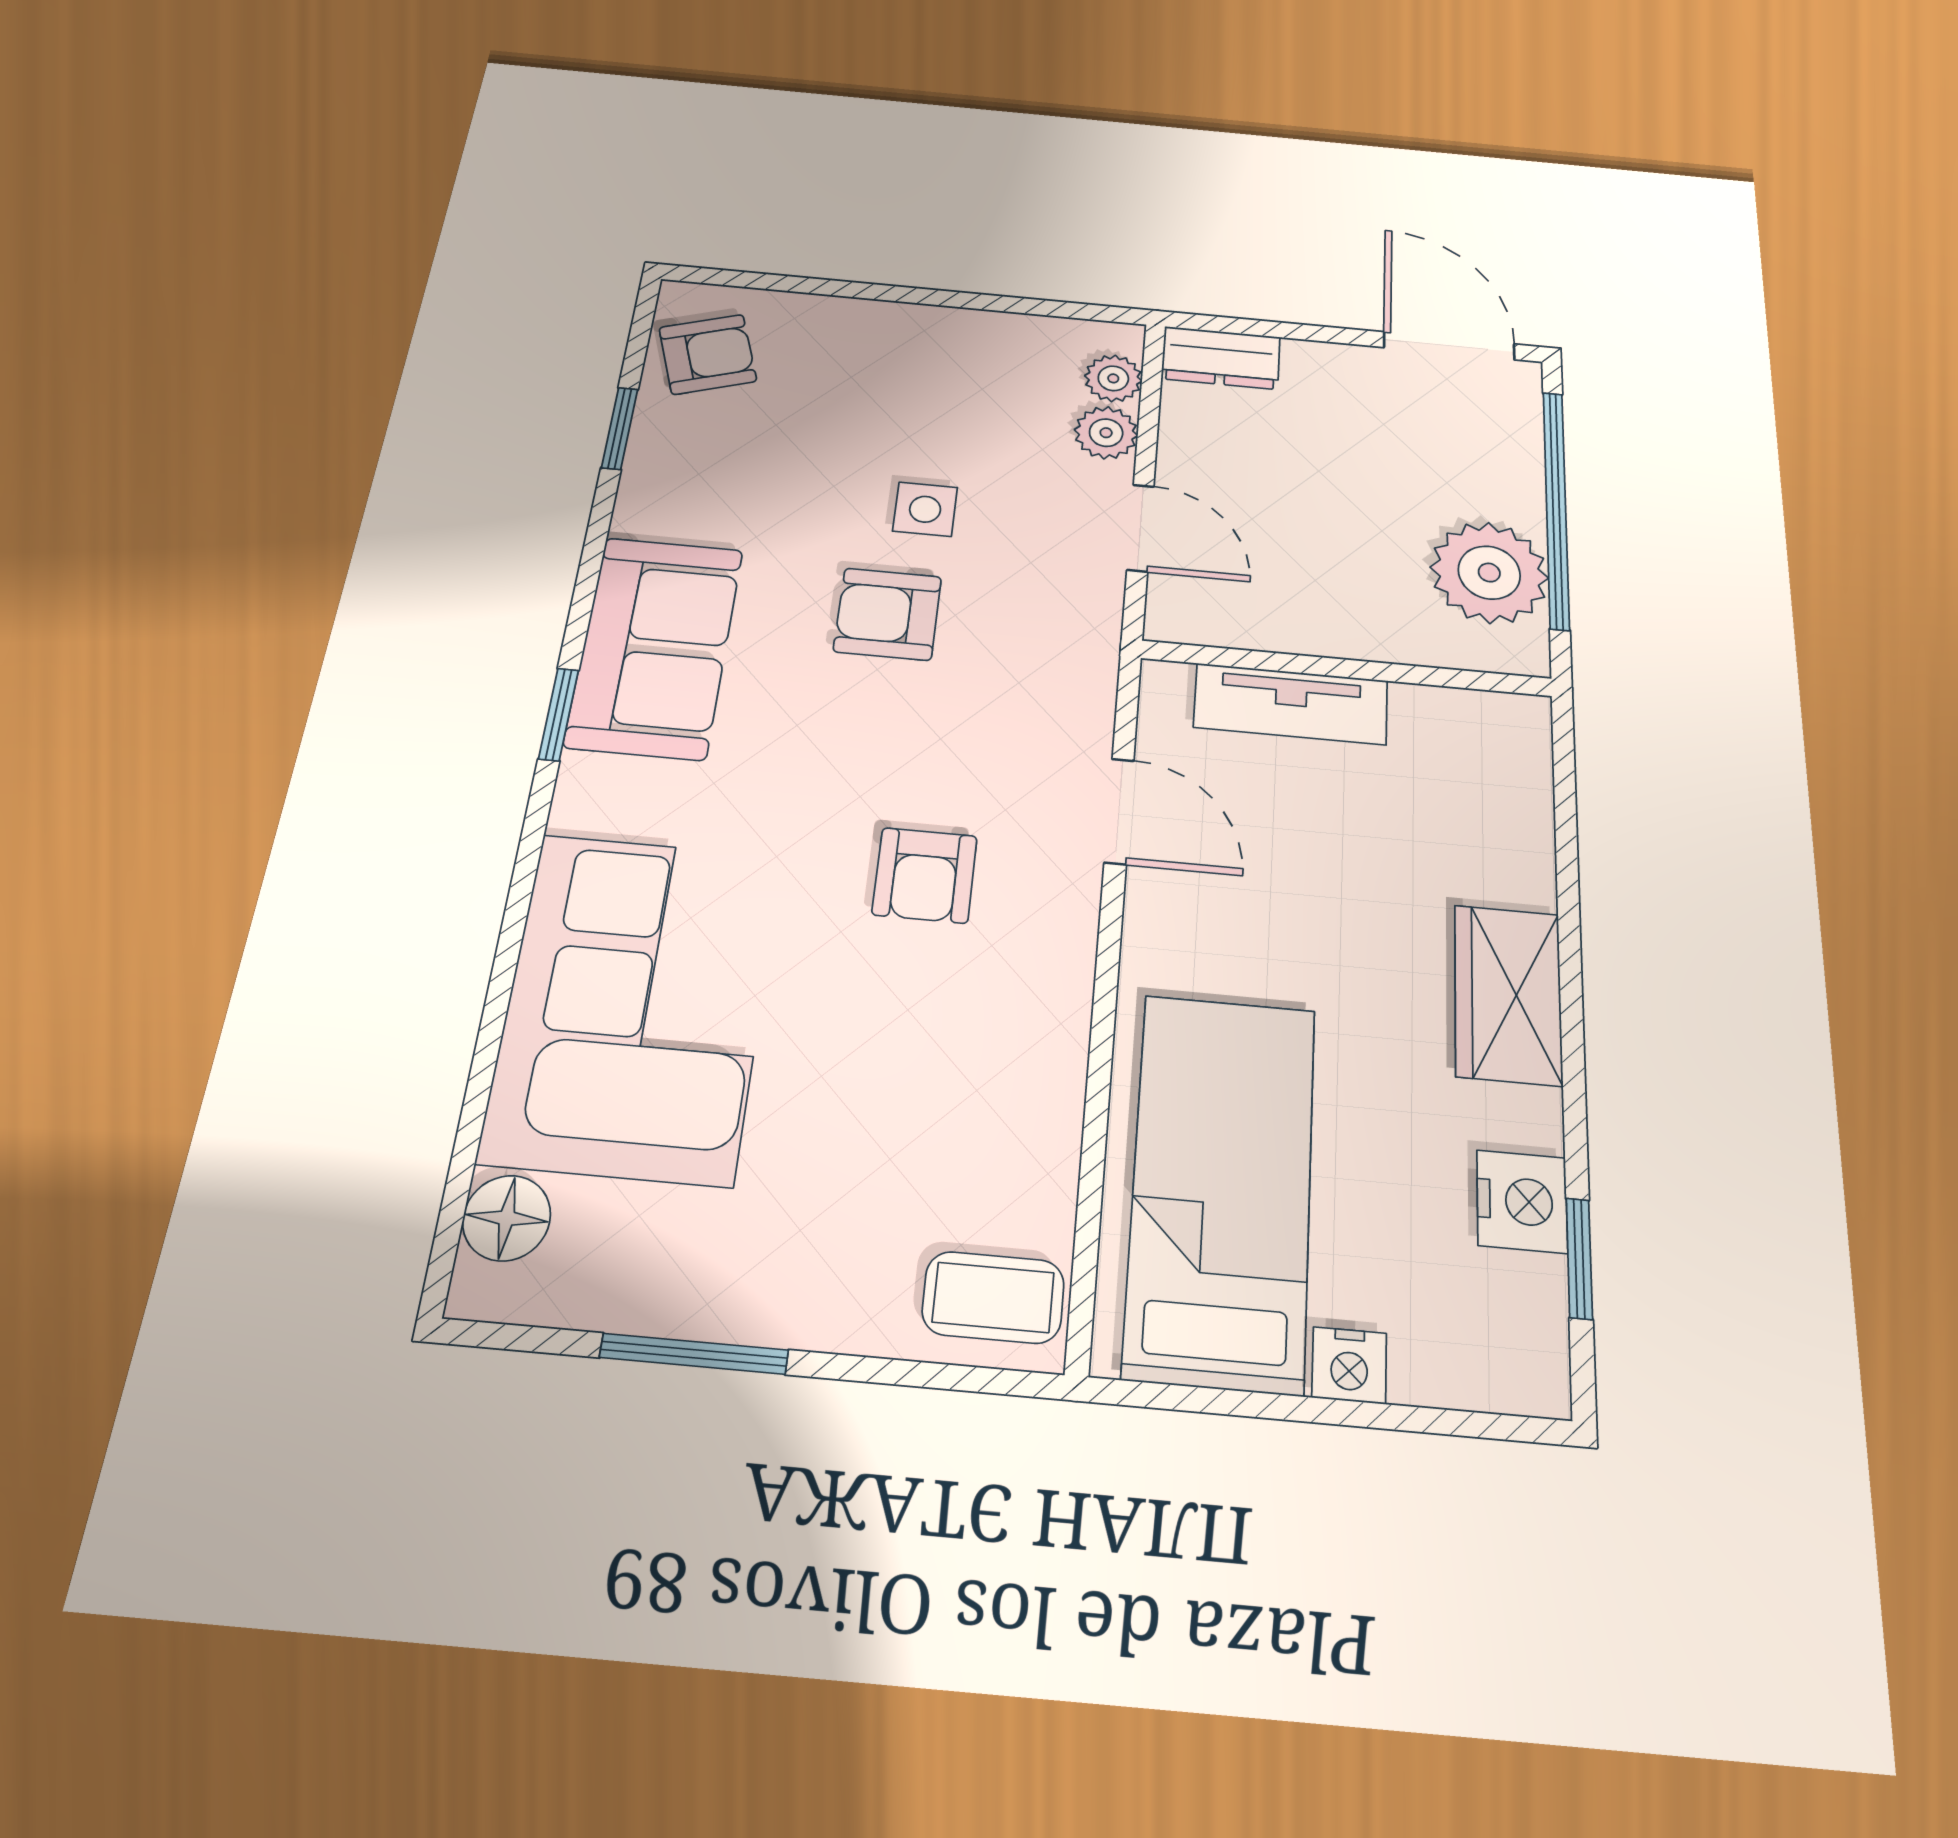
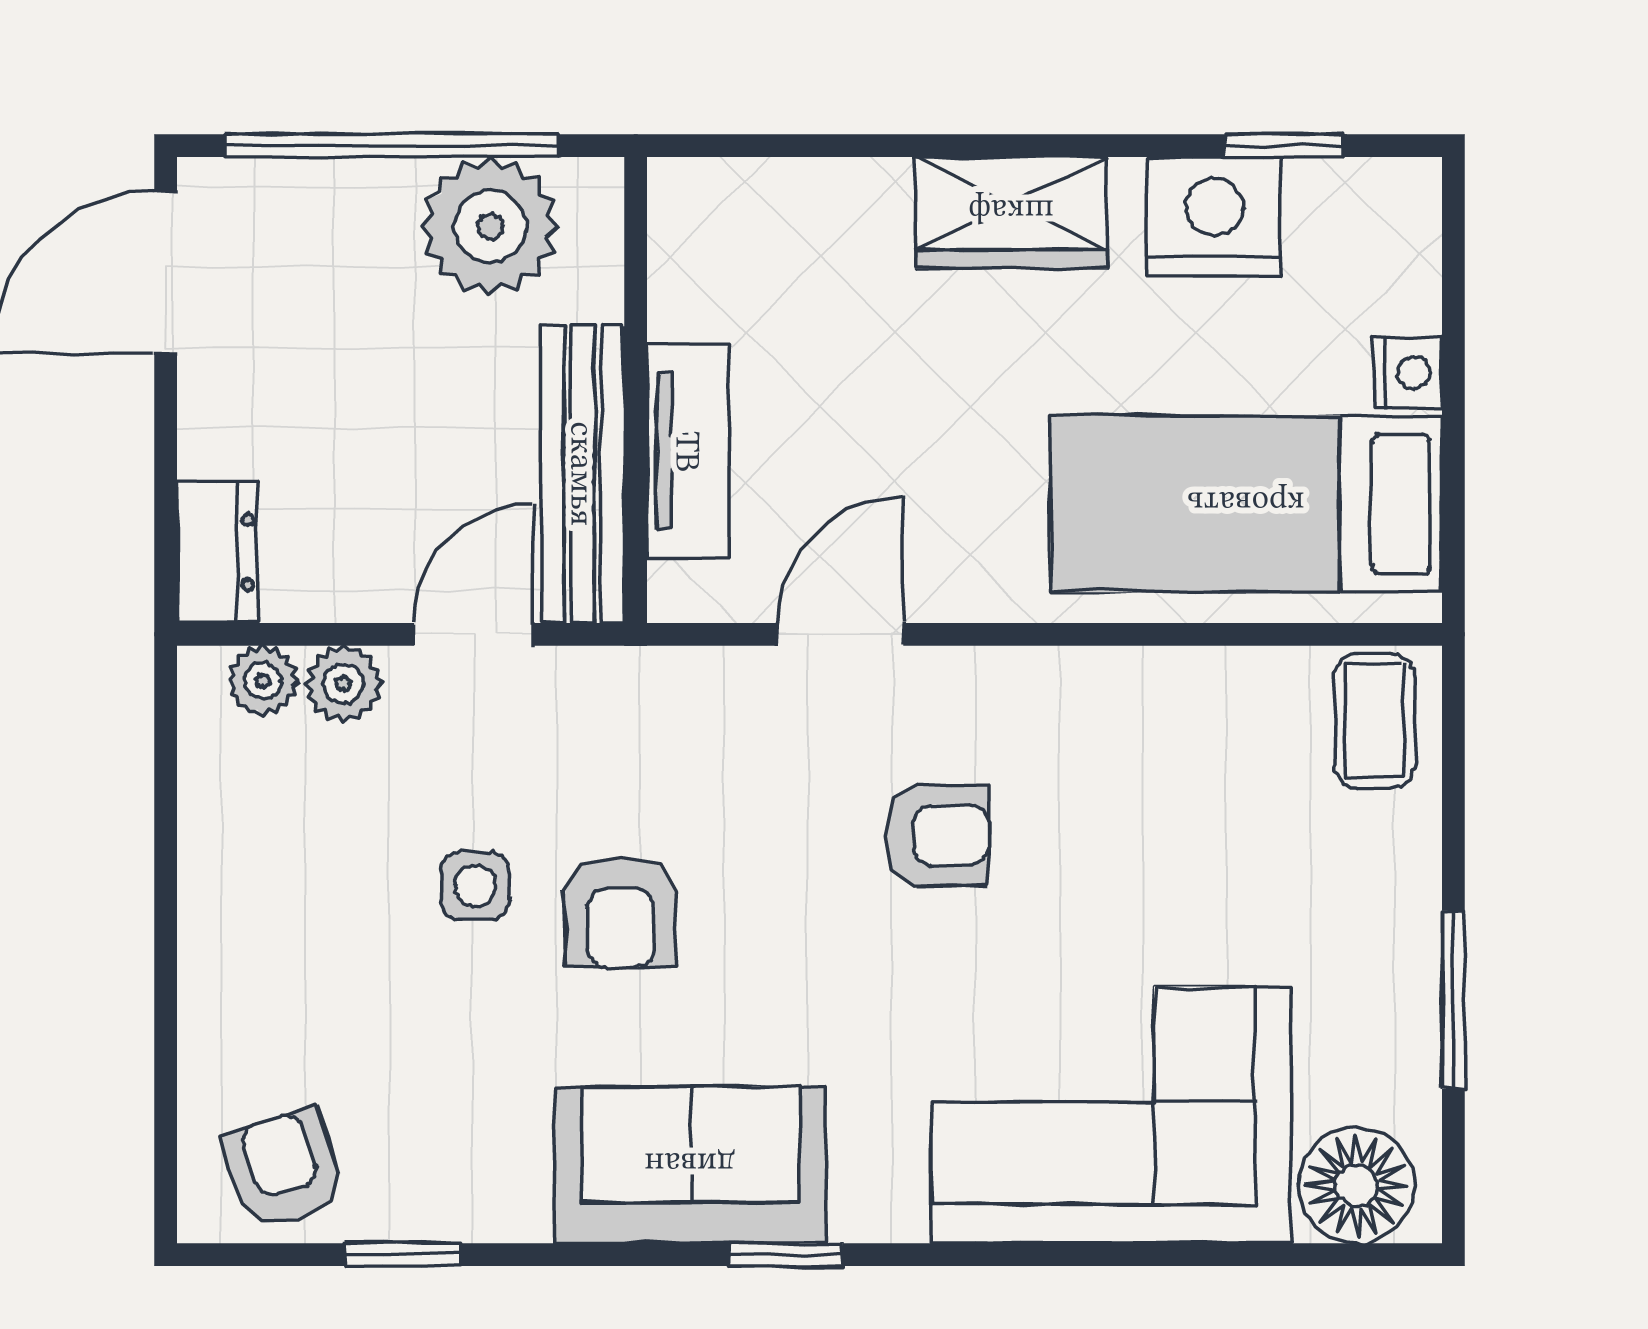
bench: (1274, 621) -> (583, 474), added
nightstand: (1522, 1201) -> (1214, 216), width x1.36, depth x1.33
floor lamp: (507, 1218) -> (1356, 1185), width x1.38, depth x1.38

